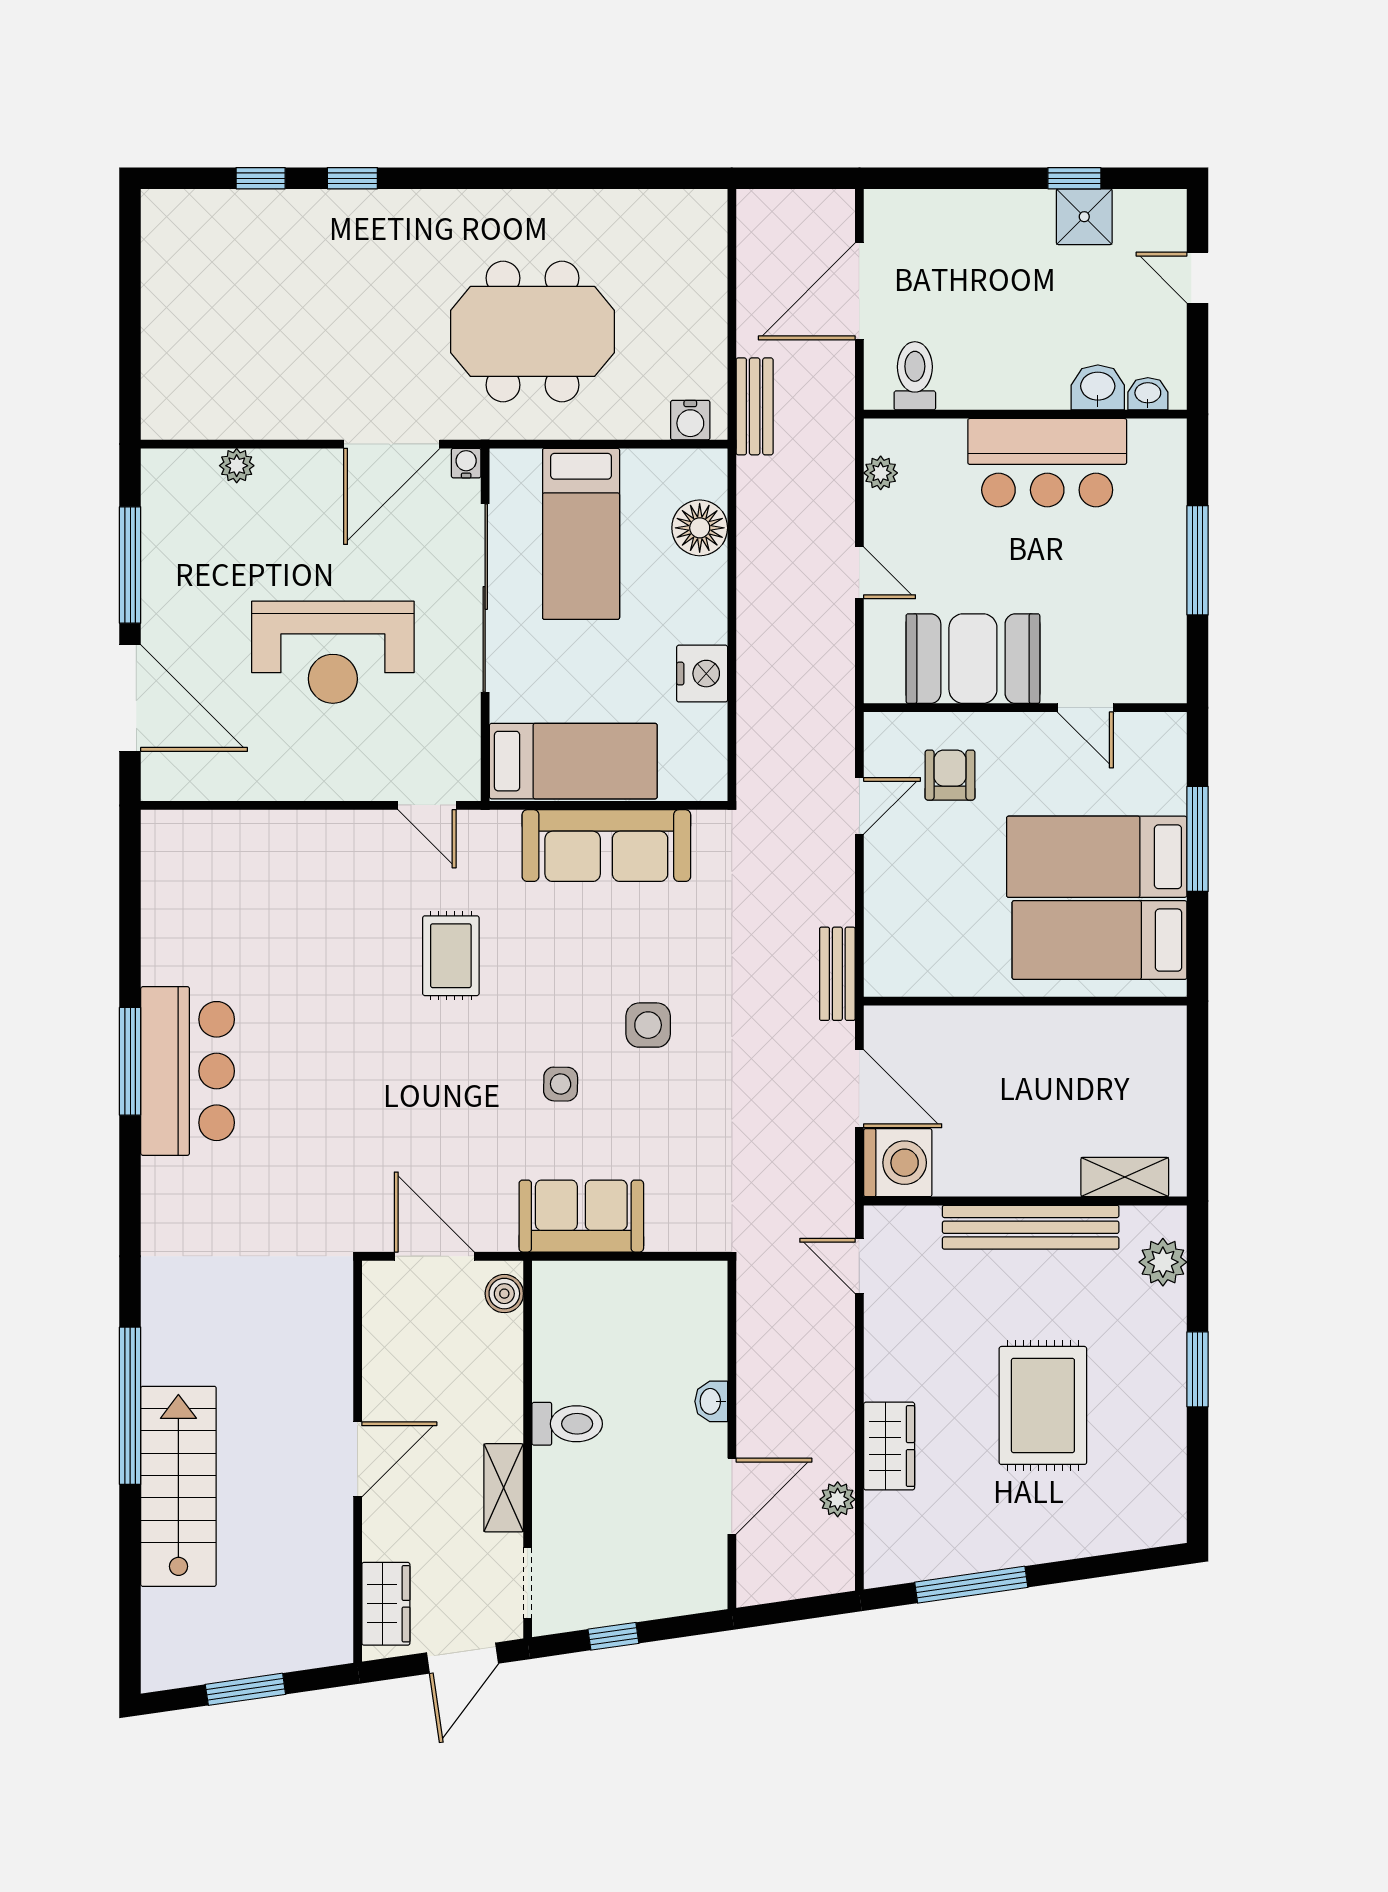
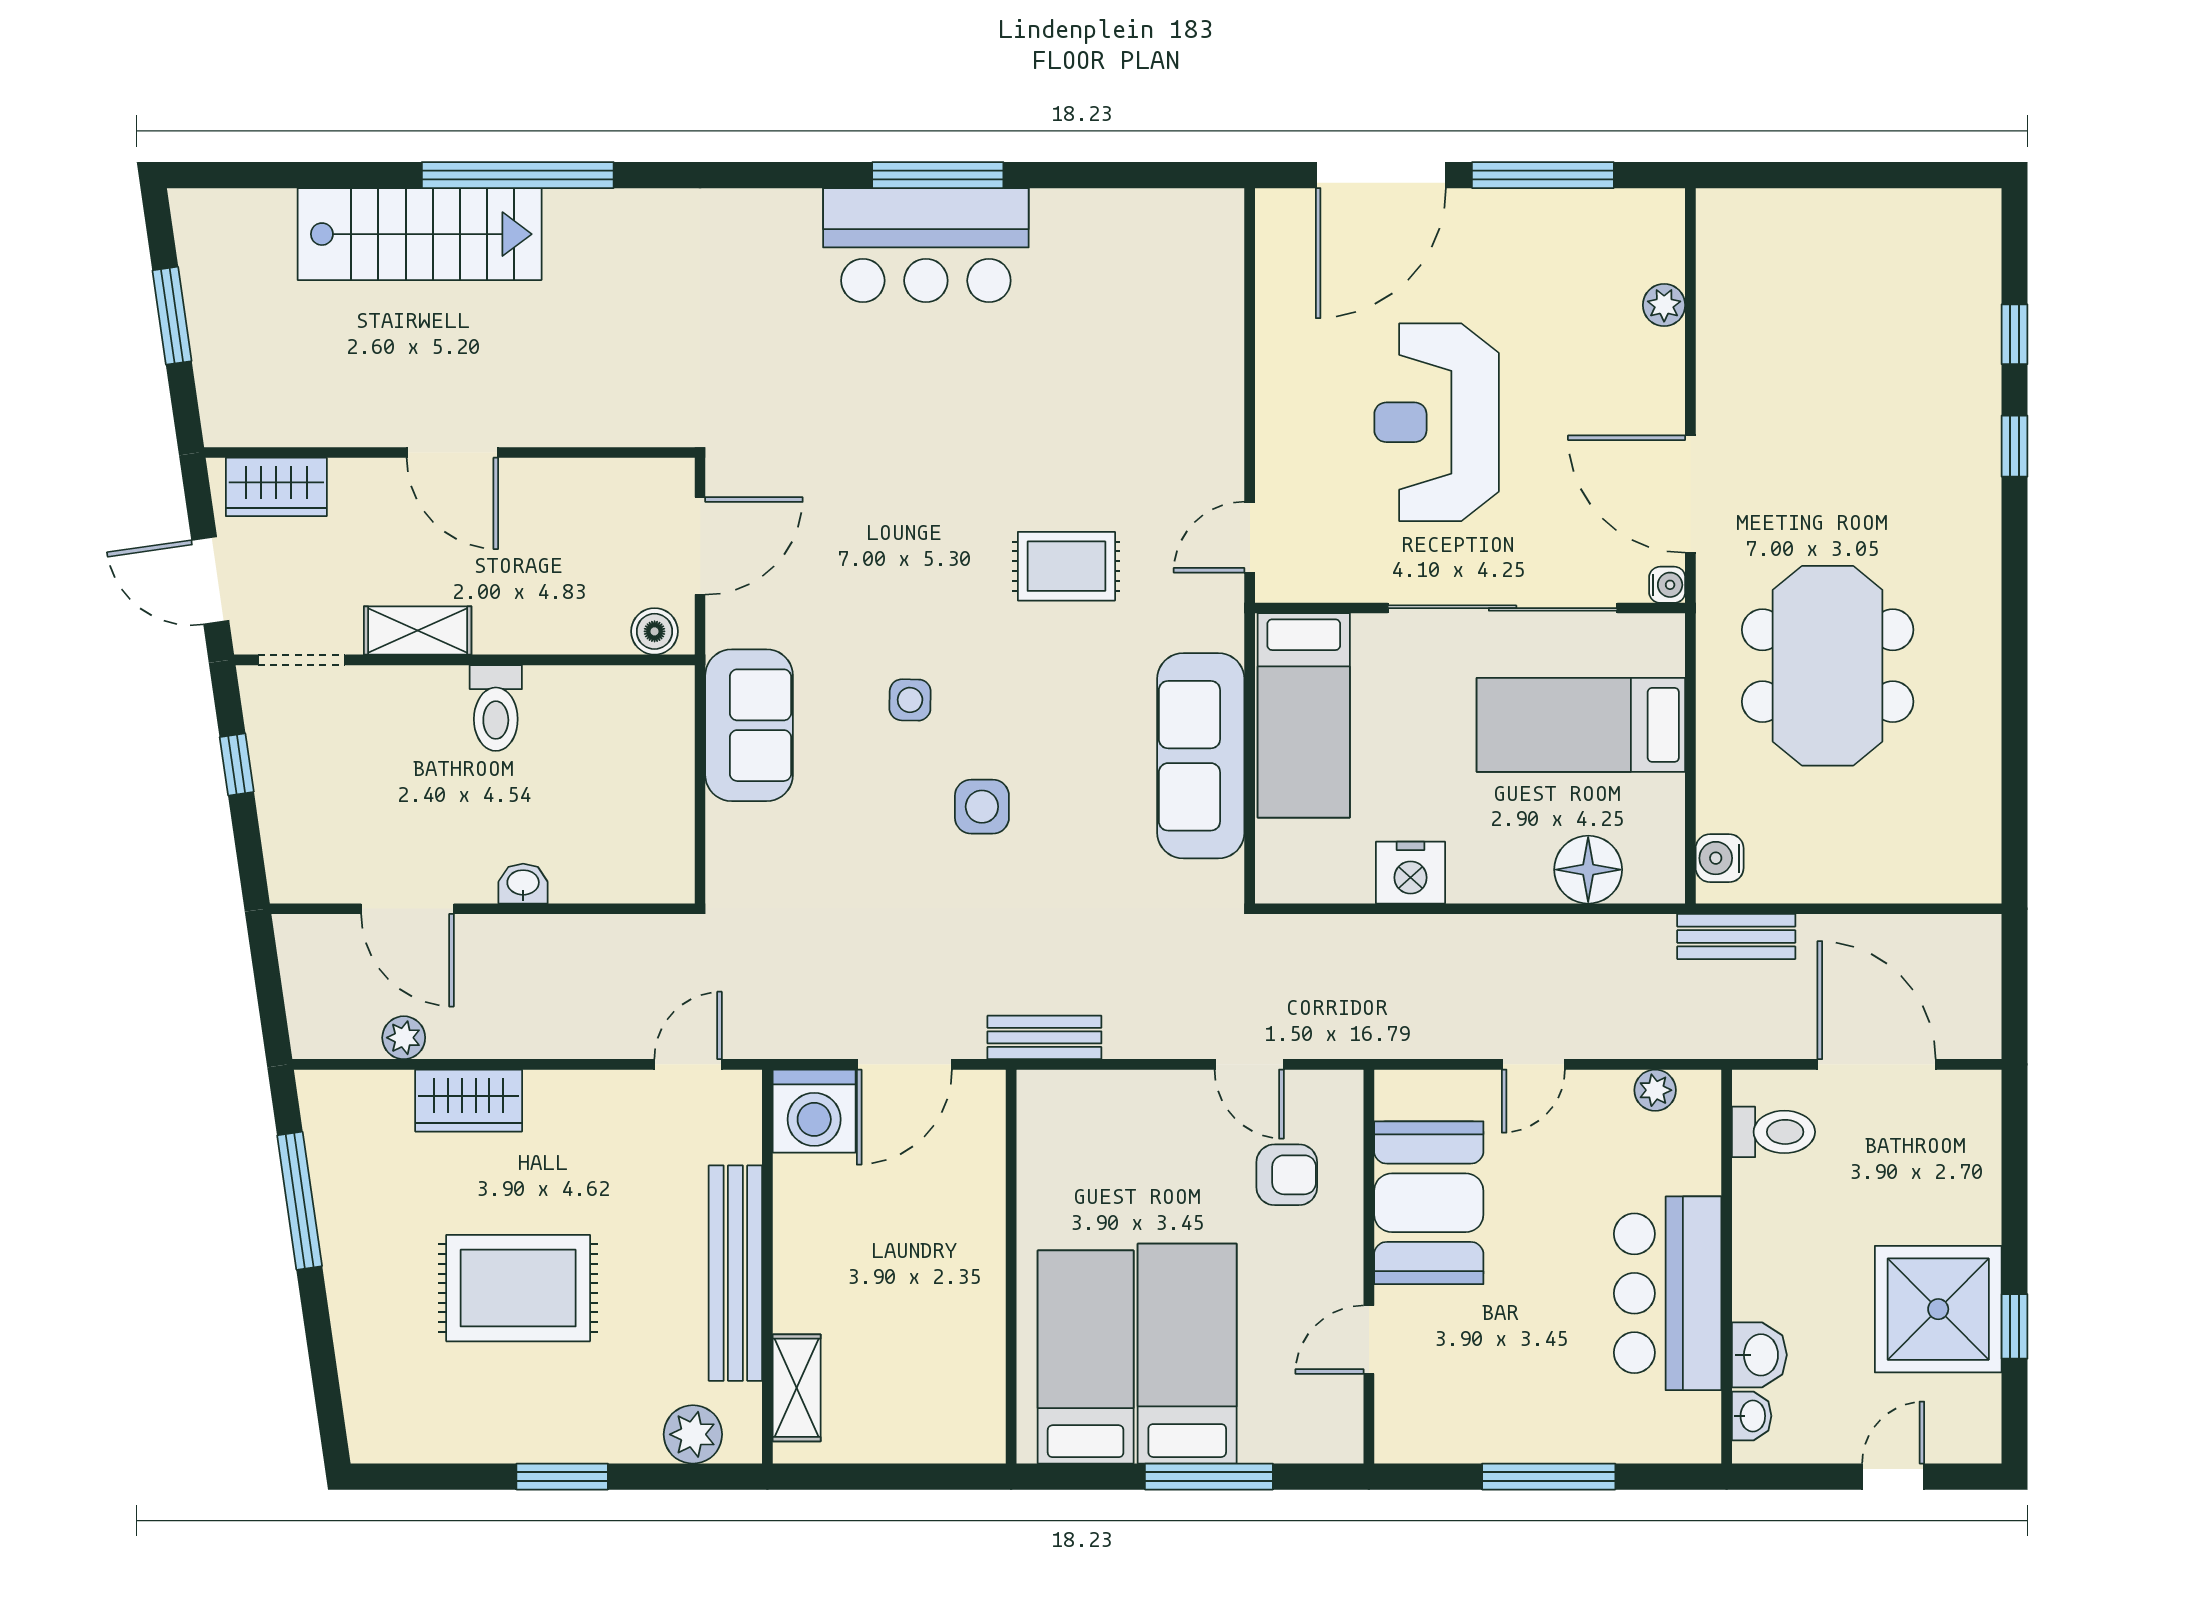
shower: (1084, 217) -> (1938, 1309), width x1.86, depth x1.86

